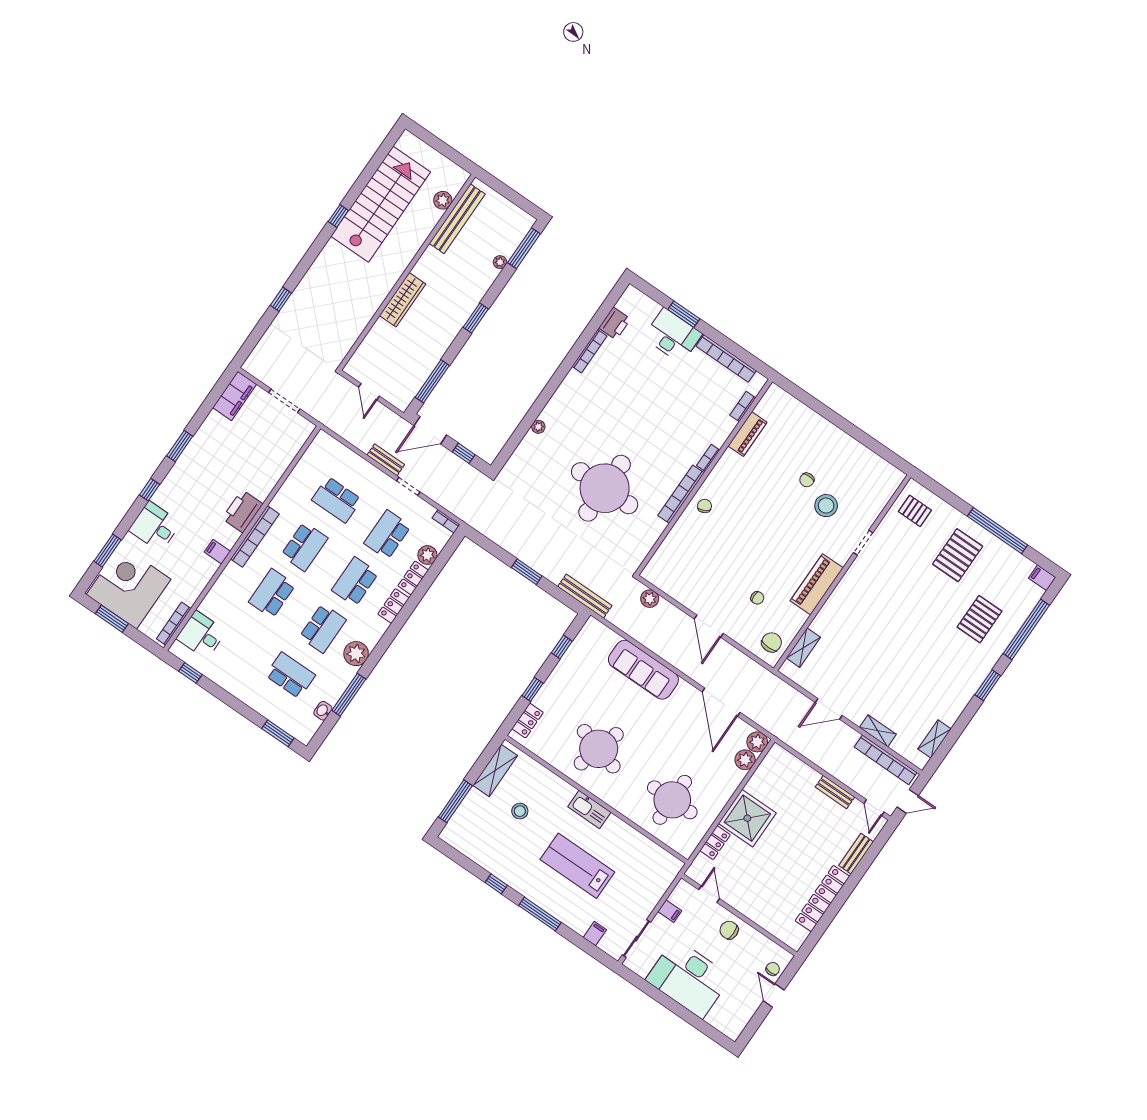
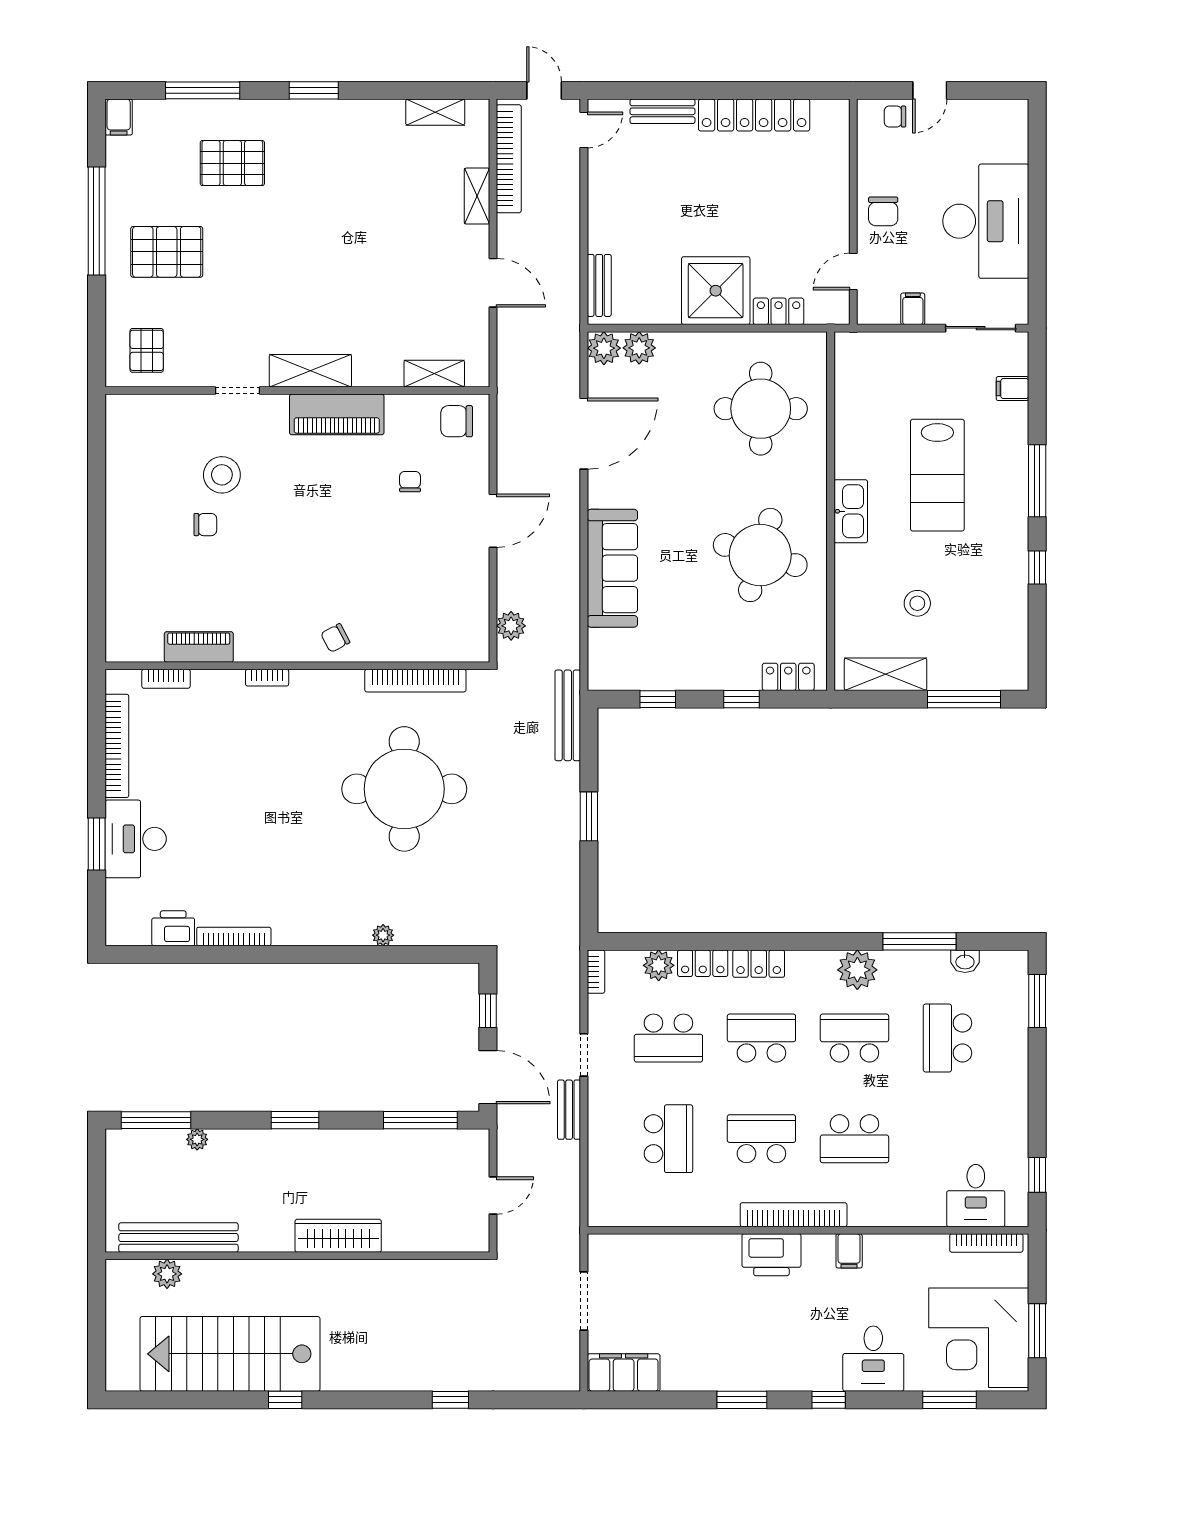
bookcase: (681, 494) -> (415, 681), moved
school desk: (355, 582) -> (761, 1038), turned 180
shelving: (848, 586) -> (310, 371), added
window: (1026, 629) -> (203, 90), width x0.68
bench: (835, 792) -> (599, 285), moved

